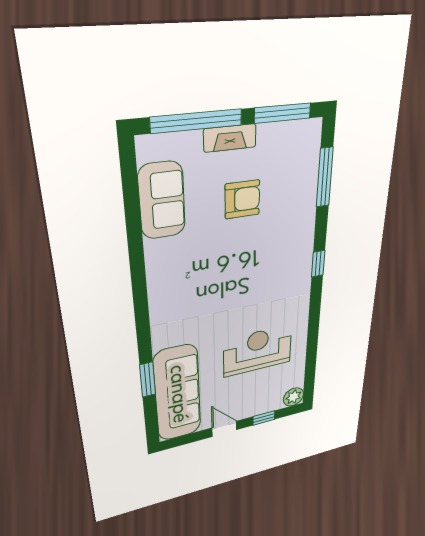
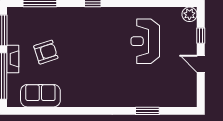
armchair: (242, 199) -> (46, 52), turned 72
sofa: (178, 394) -> (163, 94), removed
door: (224, 429) -> (201, 64), hinge flipped

